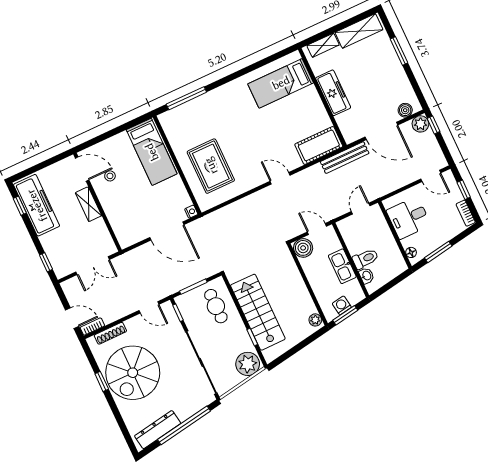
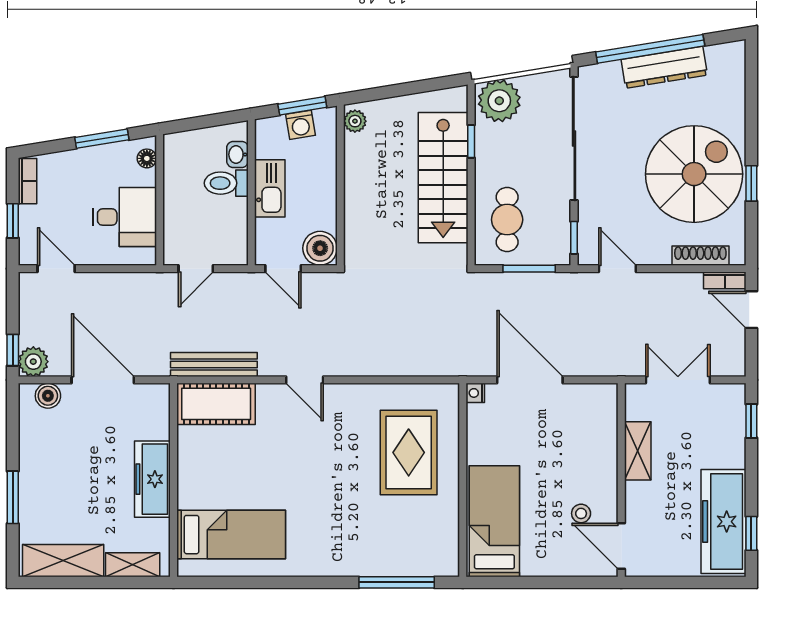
bench: (345, 158) -> (214, 364), moved
shelving: (89, 204) -> (638, 451), moved
dresser: (158, 430) -> (664, 67), moved

